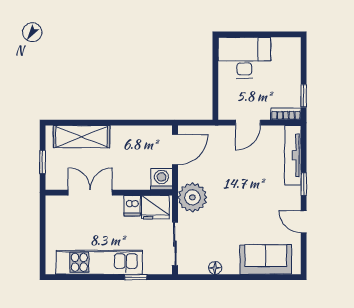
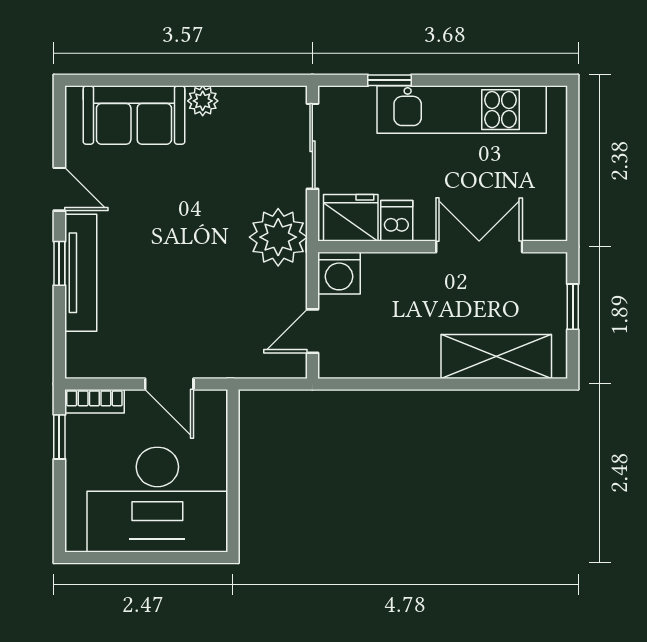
desk: (244, 58) -> (157, 500), width x1.36, depth x1.30
door: (248, 123) -> (169, 384), swing flipped
door: (175, 150) -> (312, 331), width x0.73
tv unit: (293, 155) -> (81, 273), moved
double door: (90, 193) -> (479, 247), swing flipped
plant: (231, 267) -> (203, 101), added
floor lamp: (215, 268) -> (234, 99), removed

